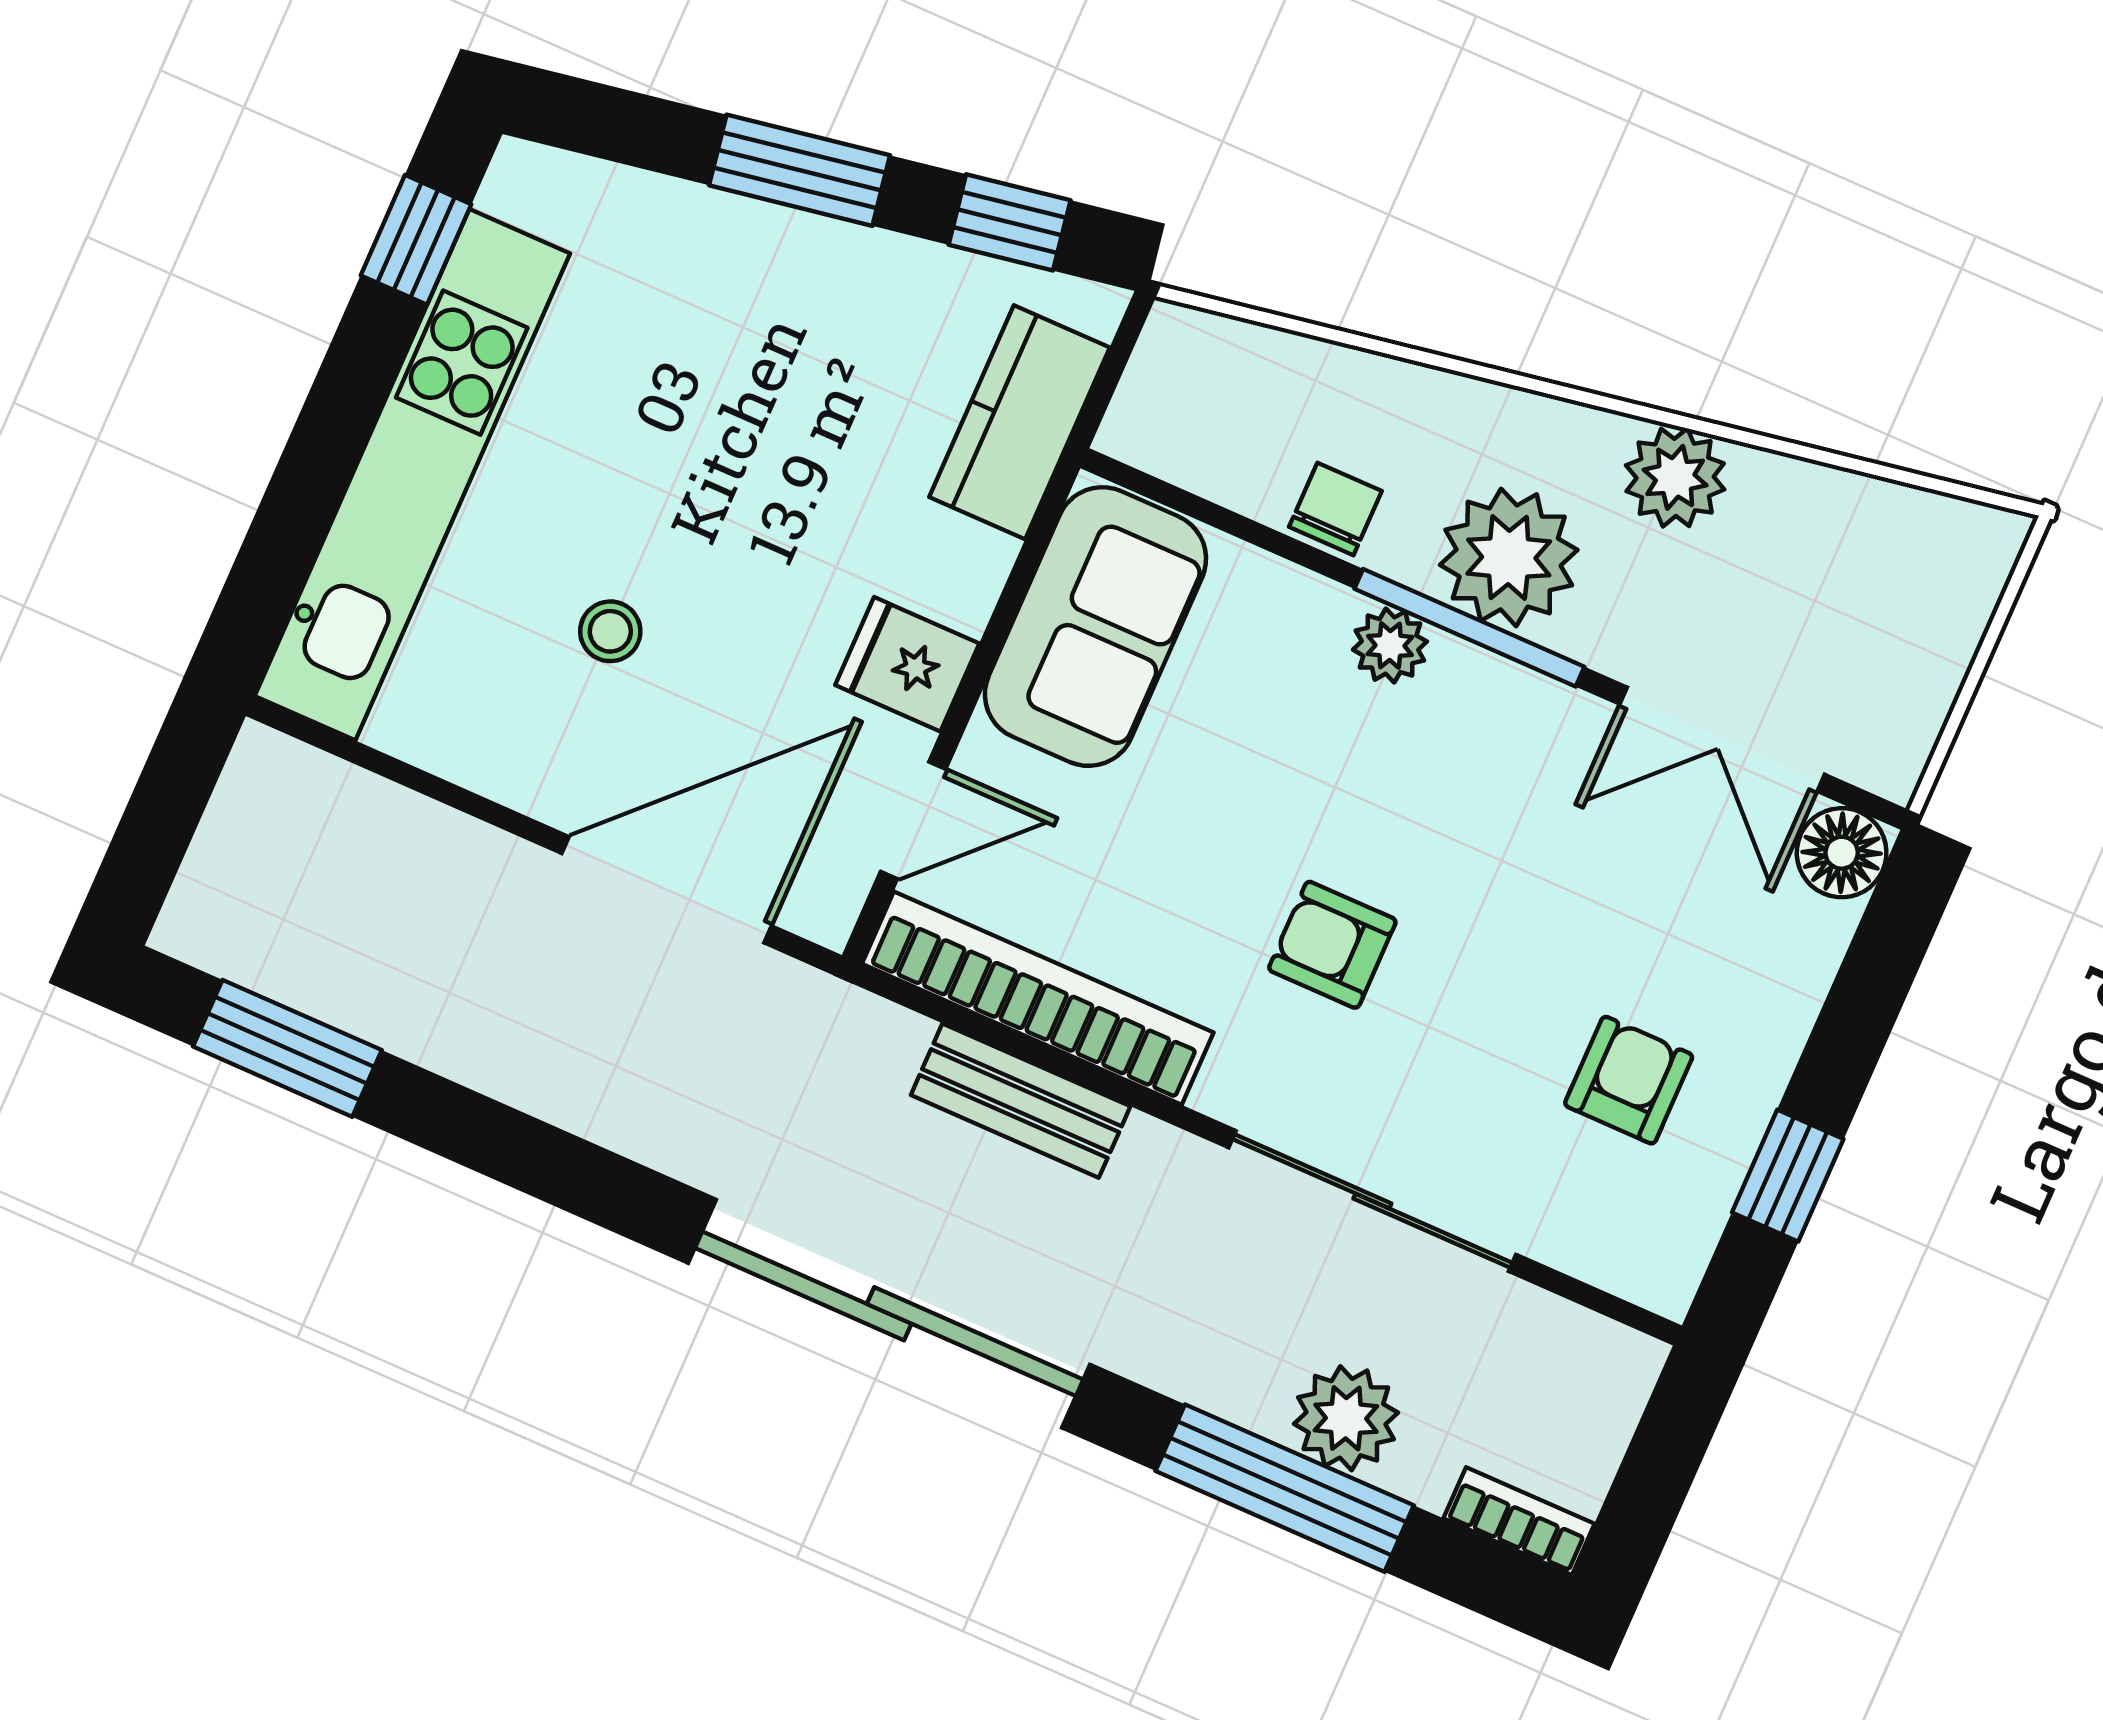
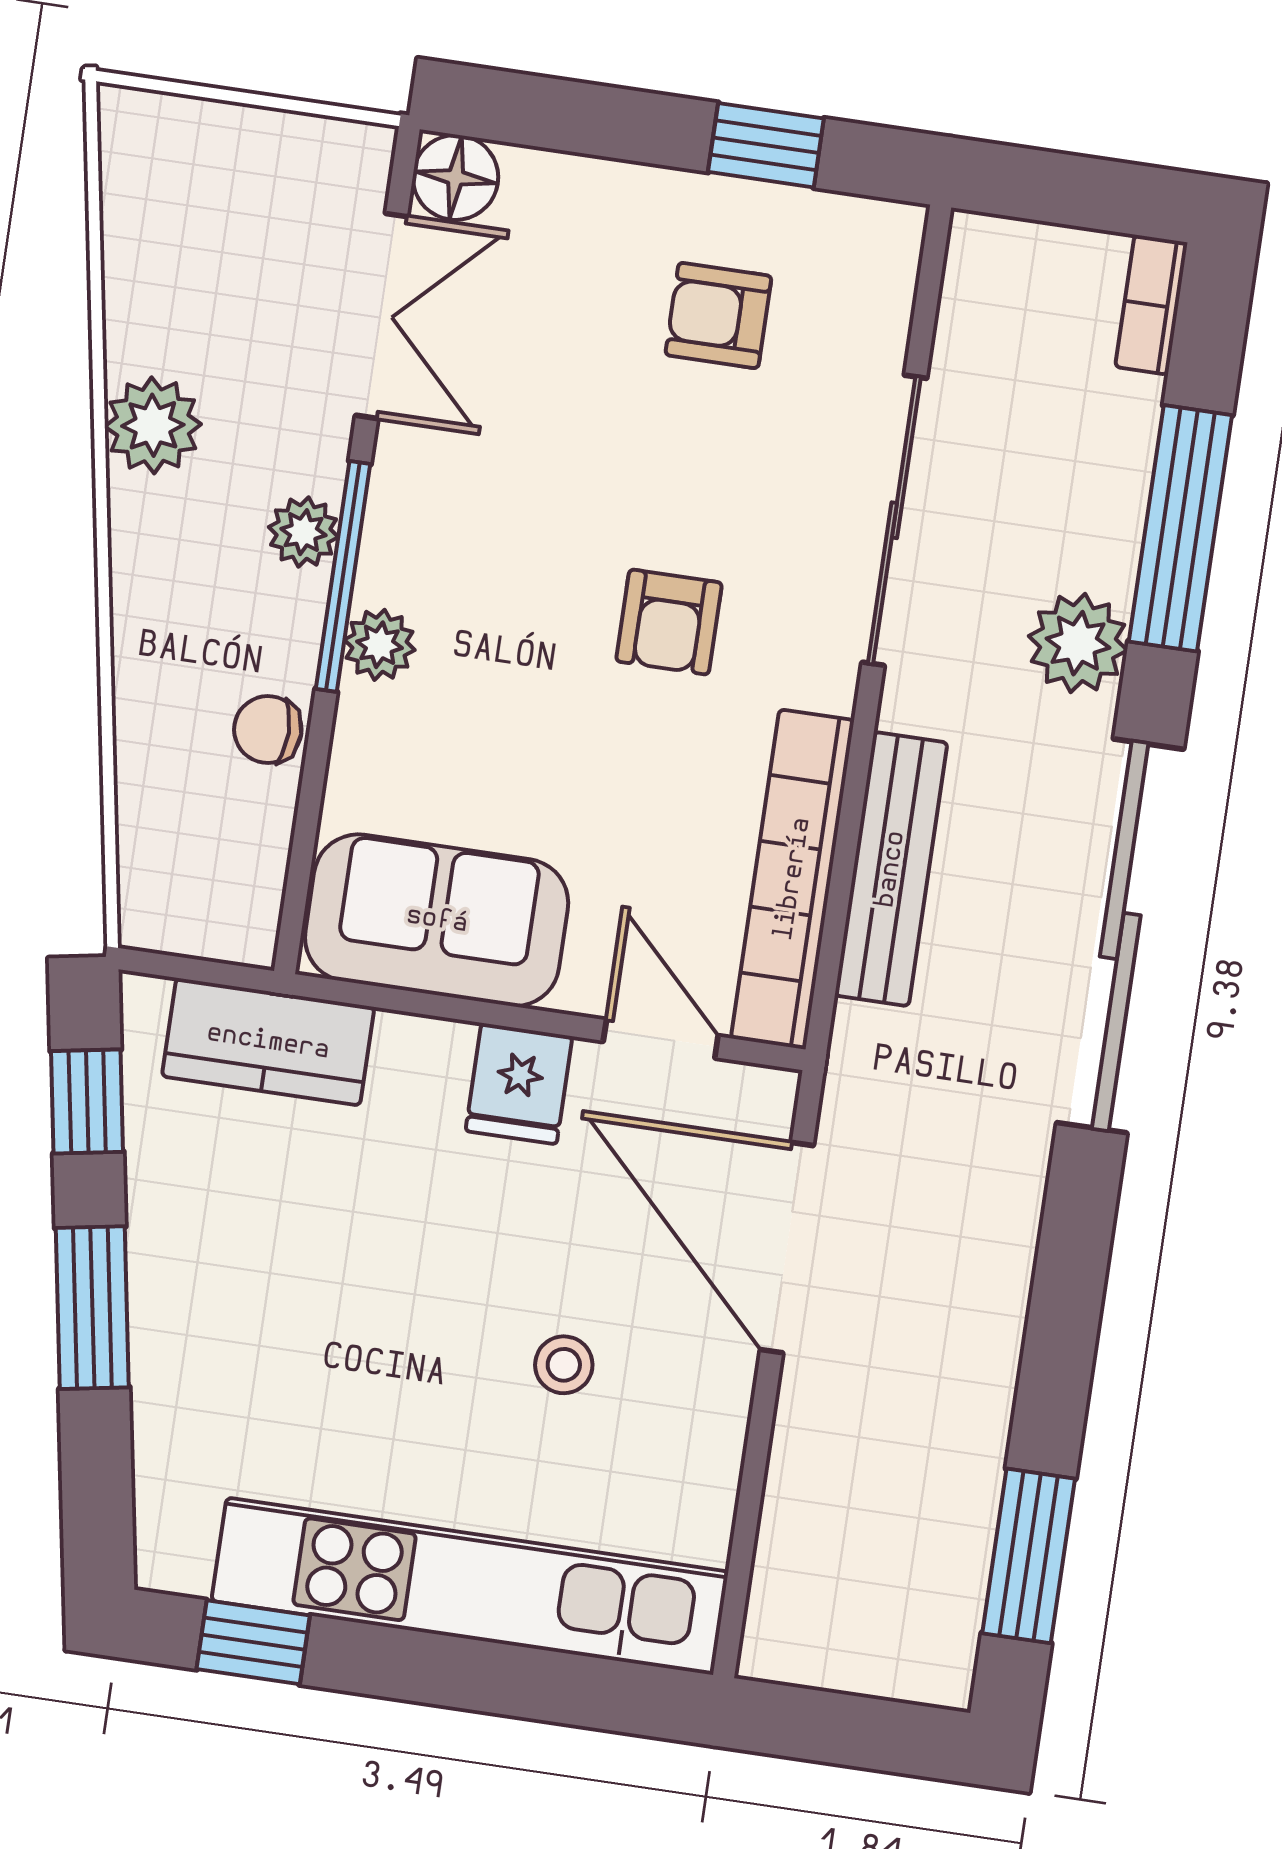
plant: (1509, 557) -> (304, 532), width x0.53, depth x0.53
bench: (1021, 1101) -> (891, 869), width x1.36
plant: (1346, 1418) -> (1078, 643), moved

